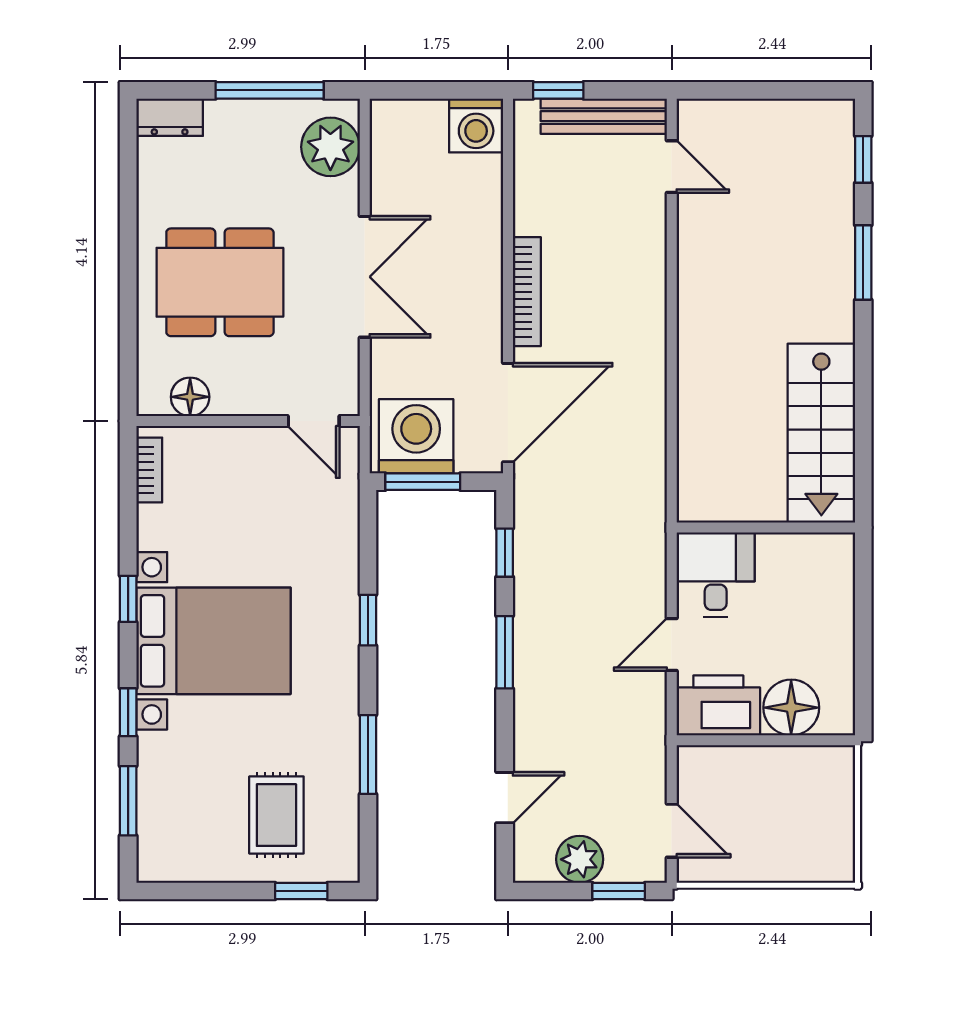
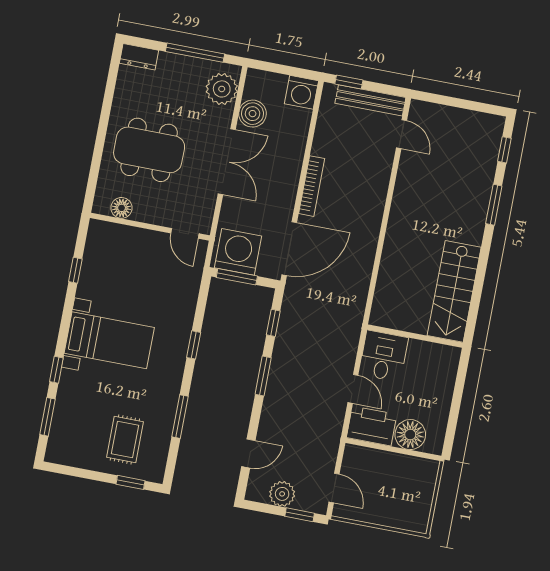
boiler: (395, 181) -> (253, 114), added
bookcase: (149, 470) -> (92, 243), removed
window: (128, 599) -> (75, 270), moved
bed with nightstands: (213, 641) -> (109, 340), width x0.73
door: (672, 645) -> (353, 389), swing flipped

